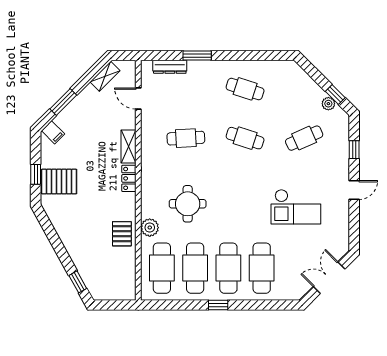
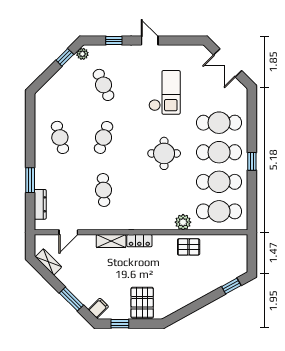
cafe table: (245, 89) -> (60, 137), turned -33
plant: (328, 104) -> (82, 54), moved
window: (36, 174) -> (120, 324), moved
round table: (188, 204) -> (164, 153), moved

